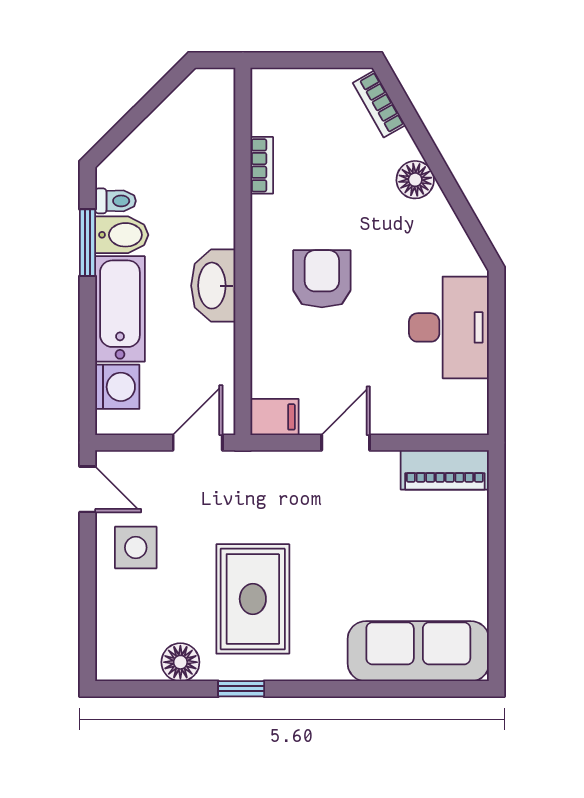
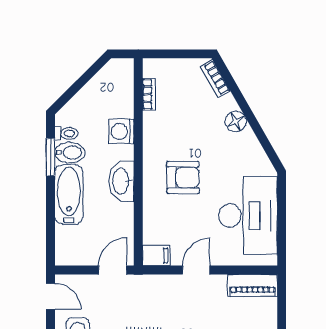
bookcase: (262, 165) -> (149, 94), moved
armchair: (322, 279) -> (183, 177), turned 90
desk: (449, 327) -> (248, 215), width x1.36, depth x1.30
washing machine: (117, 387) -> (121, 131), moved, turned 180

